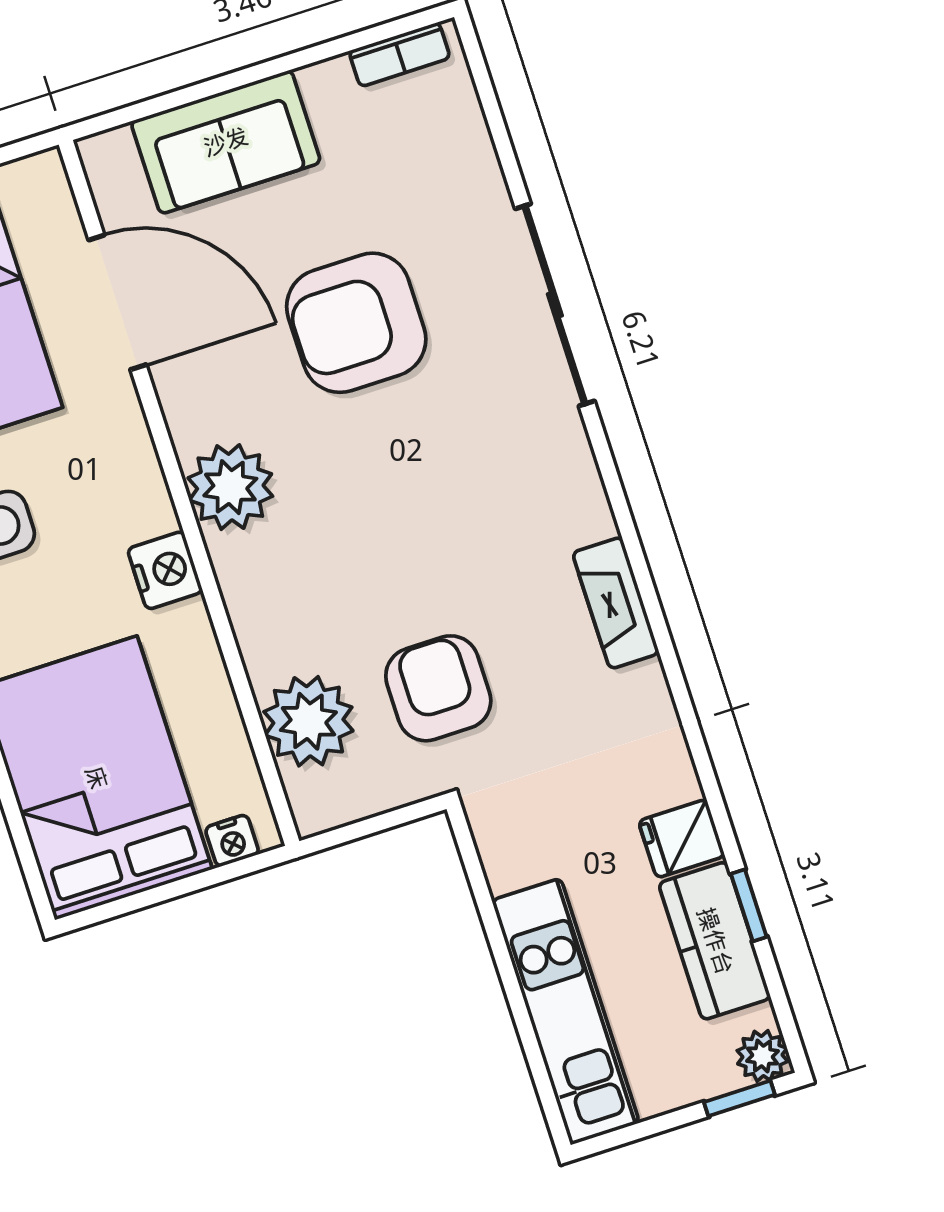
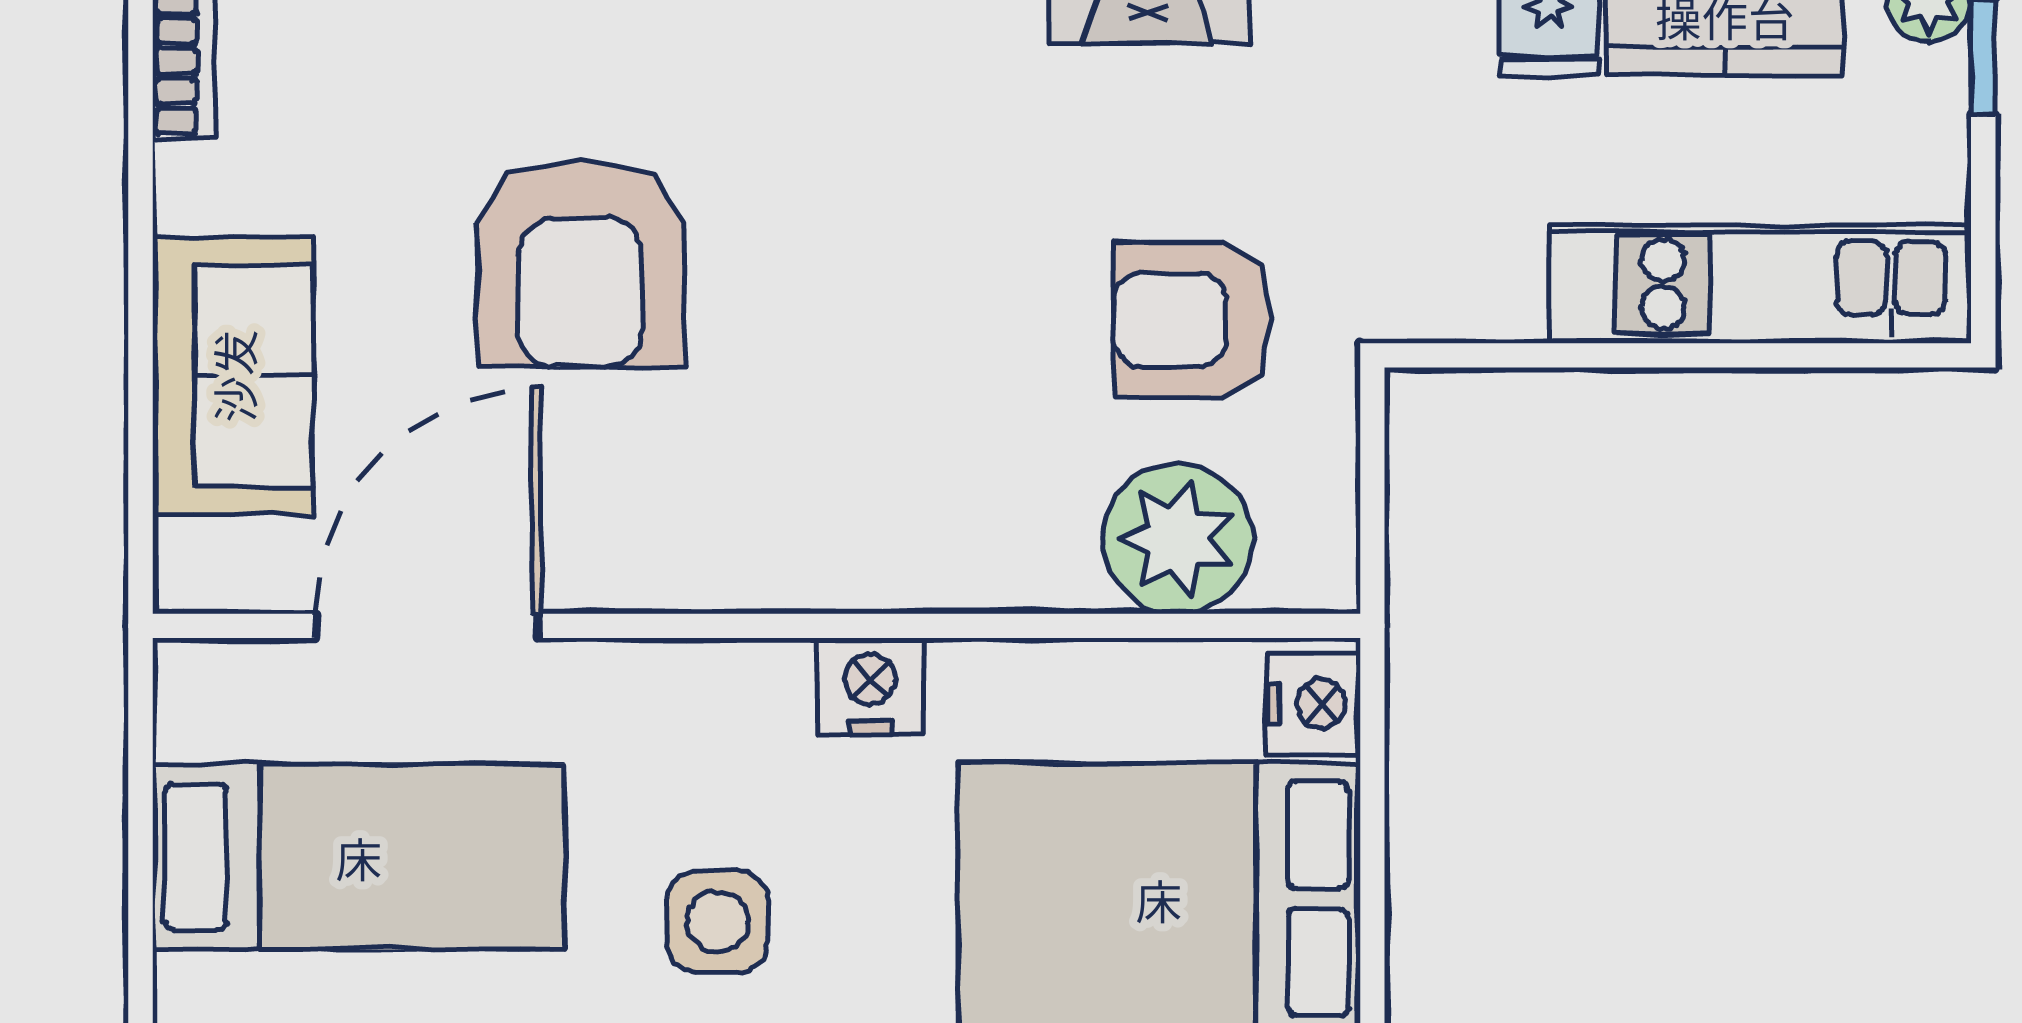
plant: (230, 487) -> (773, 543), removed
nightstand: (232, 841) -> (1313, 704), width x1.39, depth x1.35

